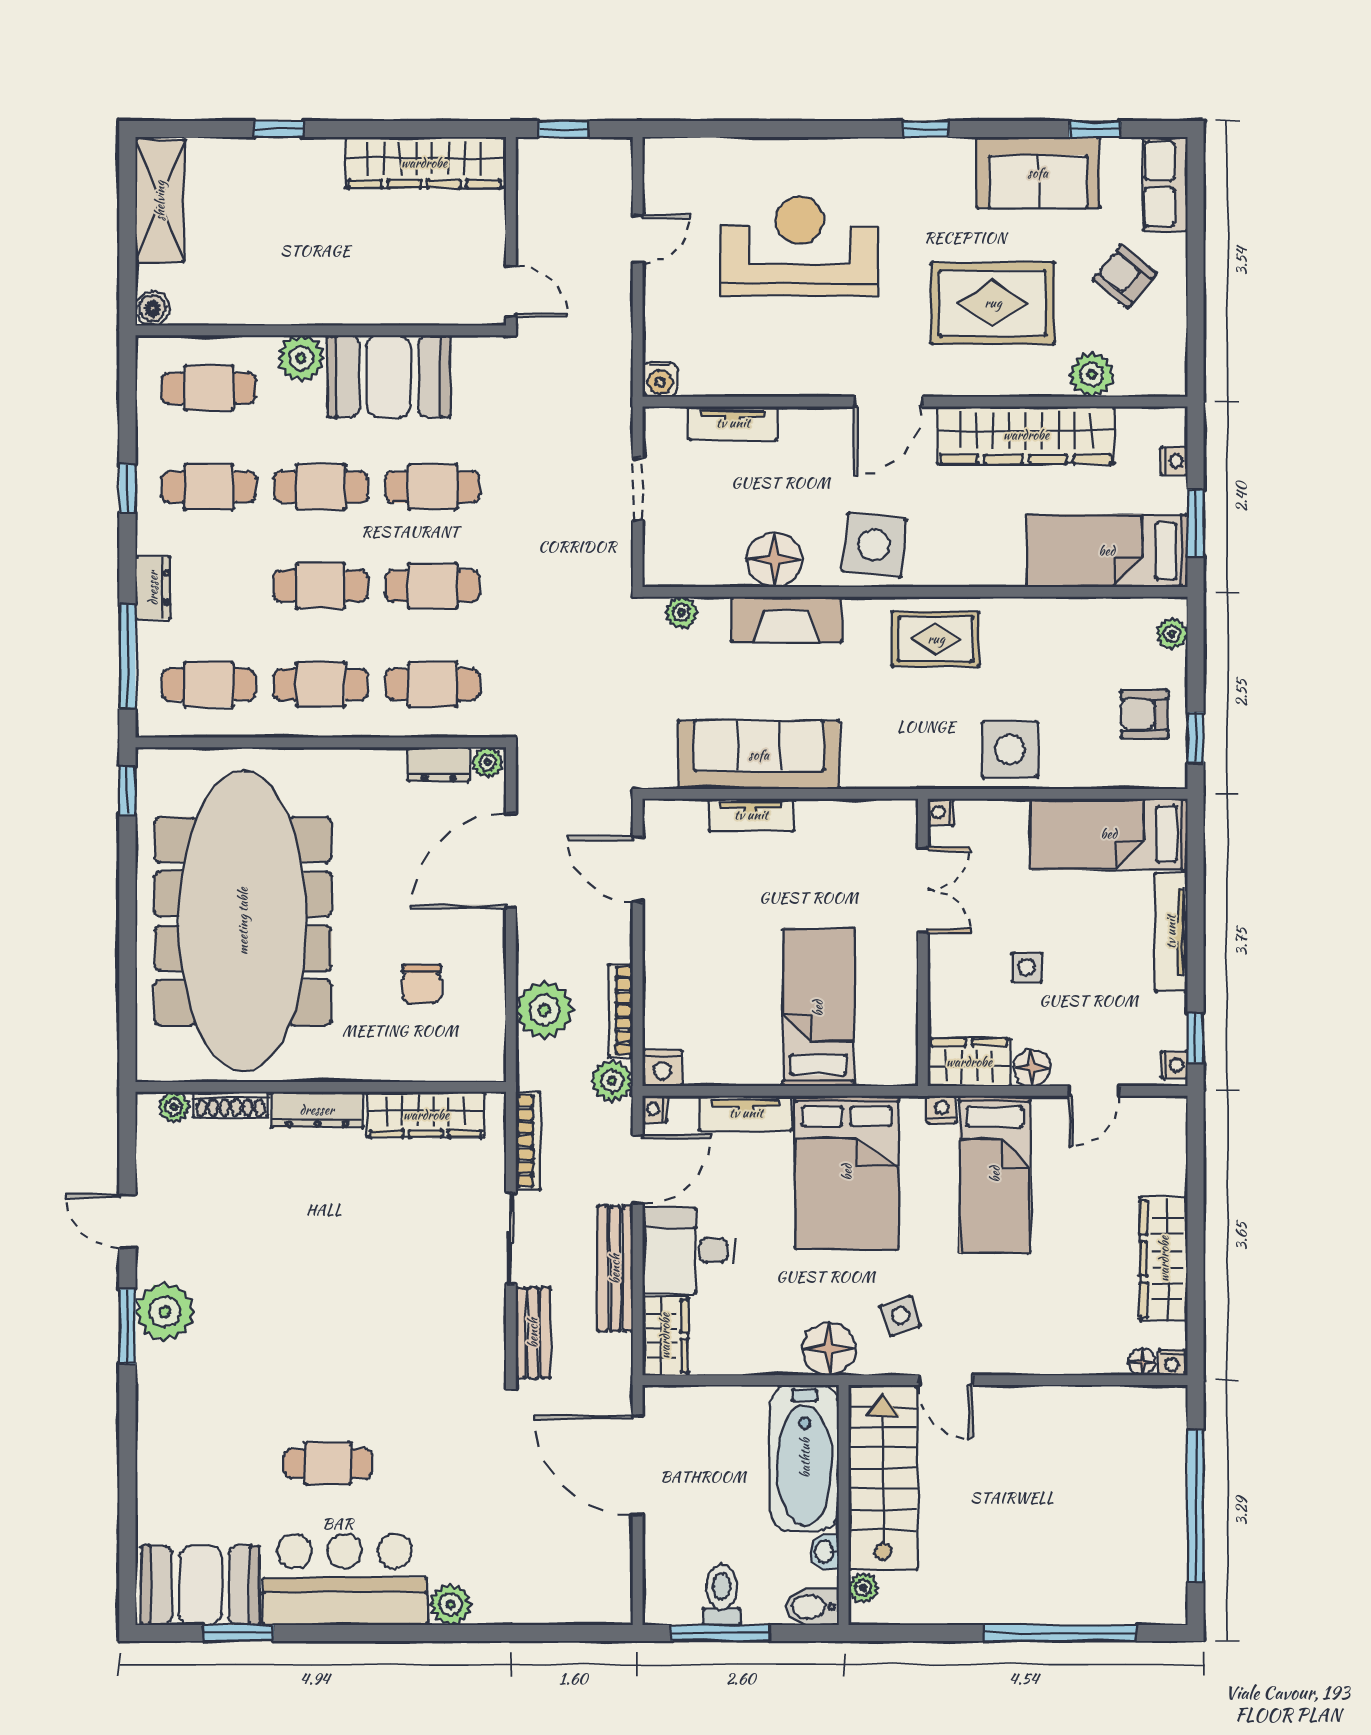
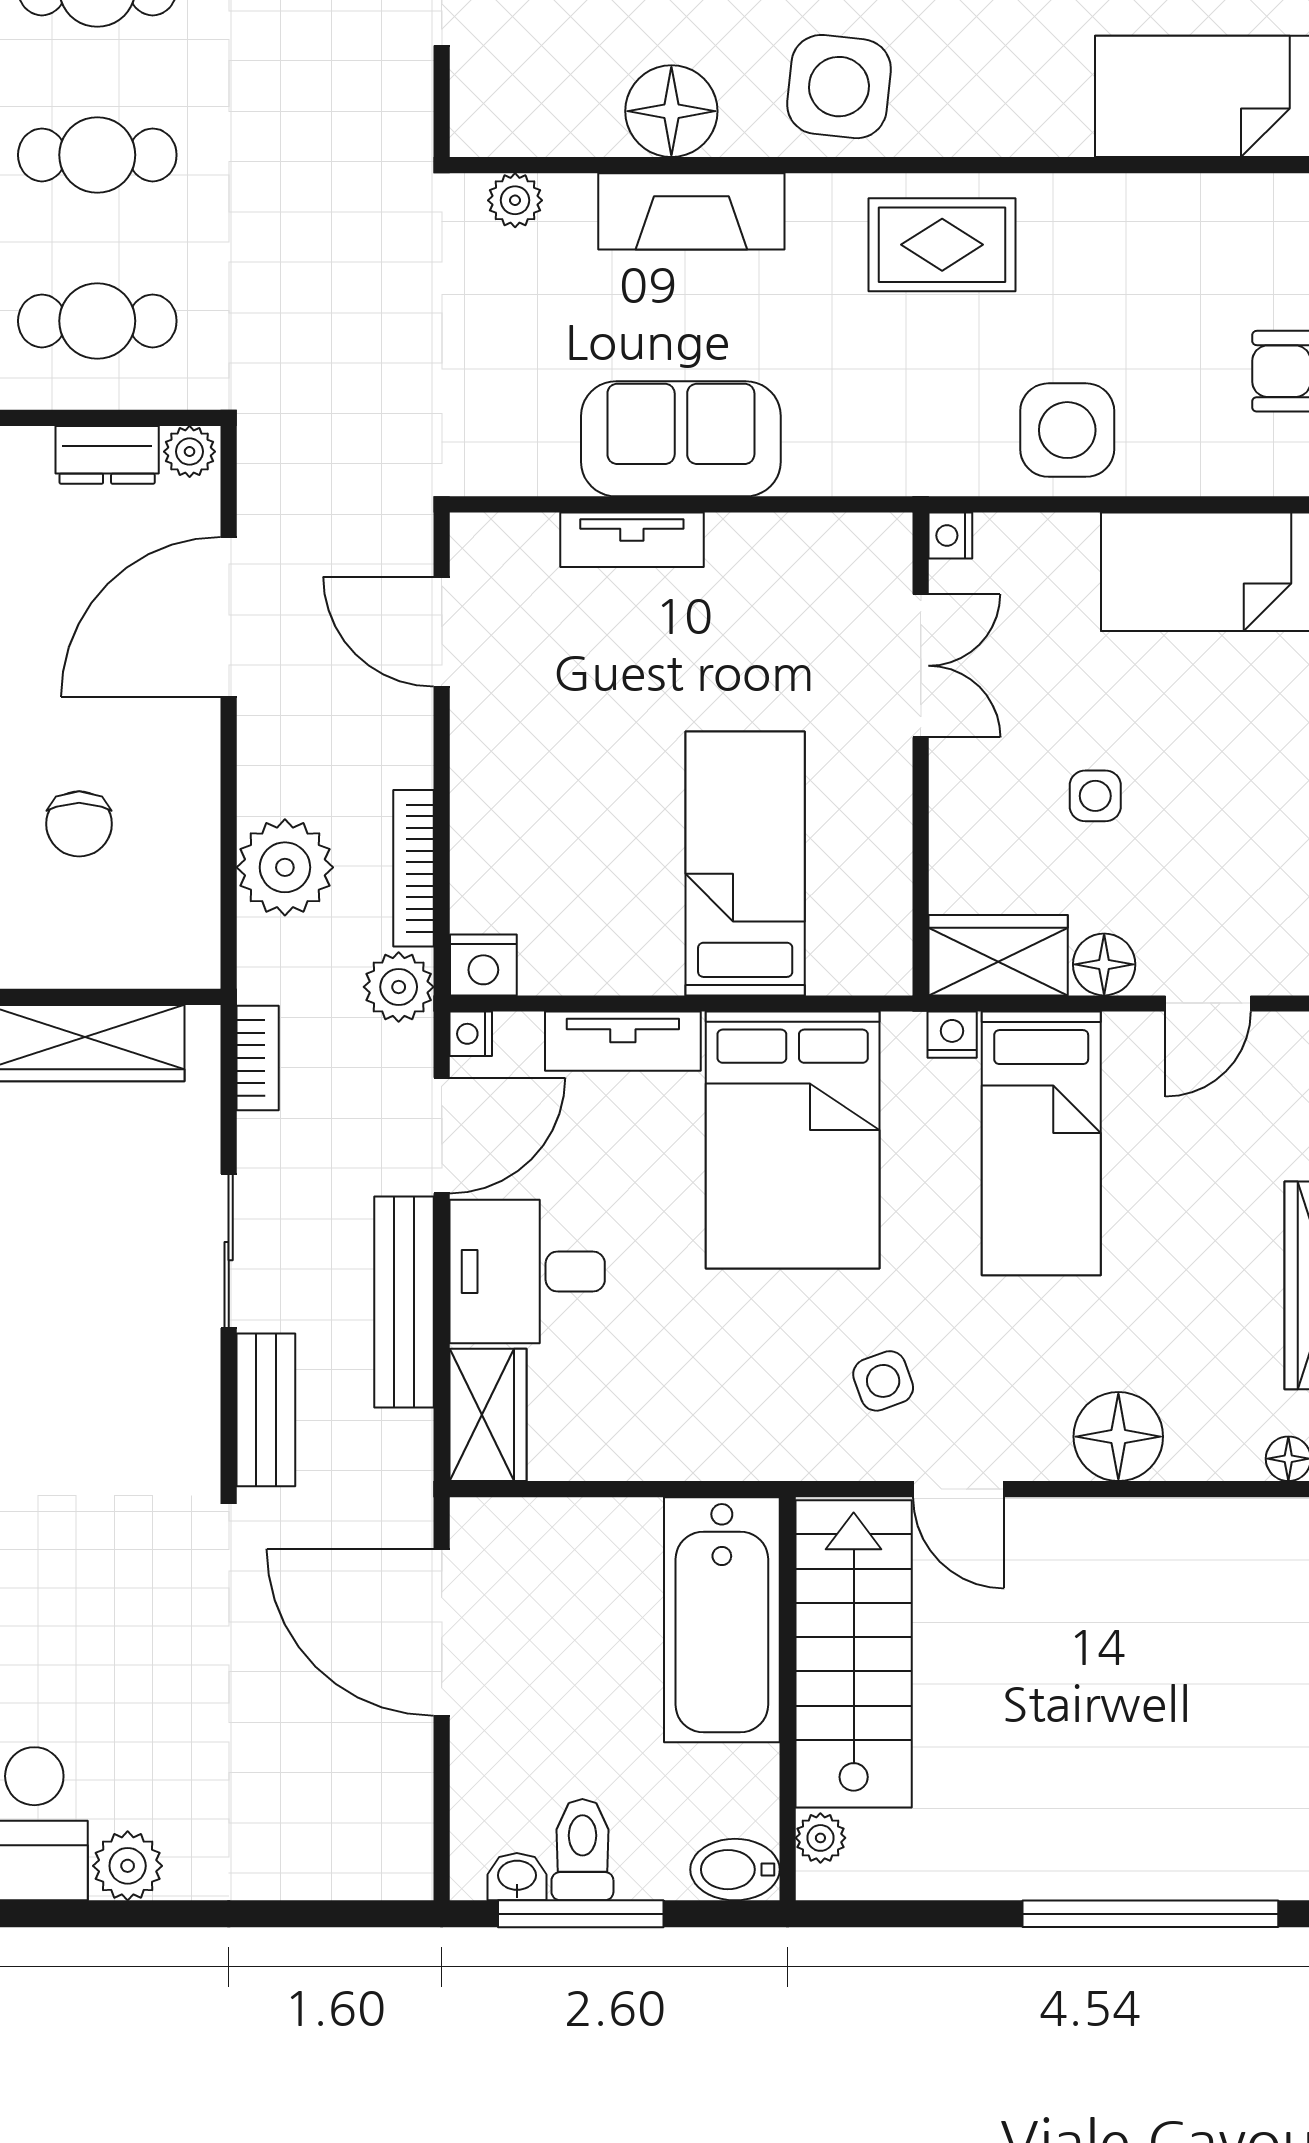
sofa: (759, 755) -> (681, 439), width x0.73
bookcase: (528, 1141) -> (258, 1058), width x0.64
floor lamp: (829, 1349) -> (1118, 1437), moved
washbasin: (825, 1551) -> (517, 1877), moved, turned 90

